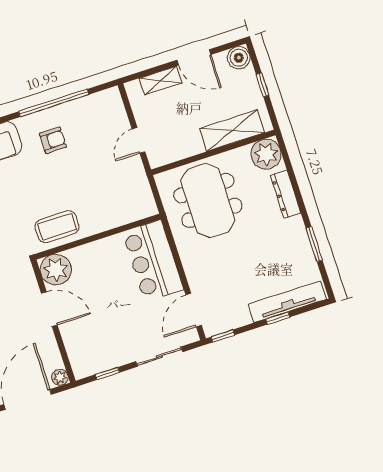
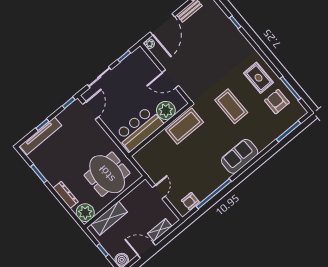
armchair: (53, 140) -> (190, 201), moved
coffee table: (57, 227) -> (185, 126), width x1.36, depth x1.32
bar counter: (153, 261) -> (139, 129), moved, turned -90
plant: (56, 270) -> (166, 110), moved

